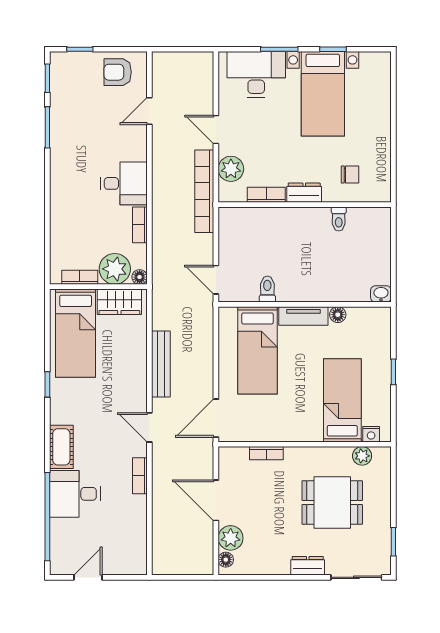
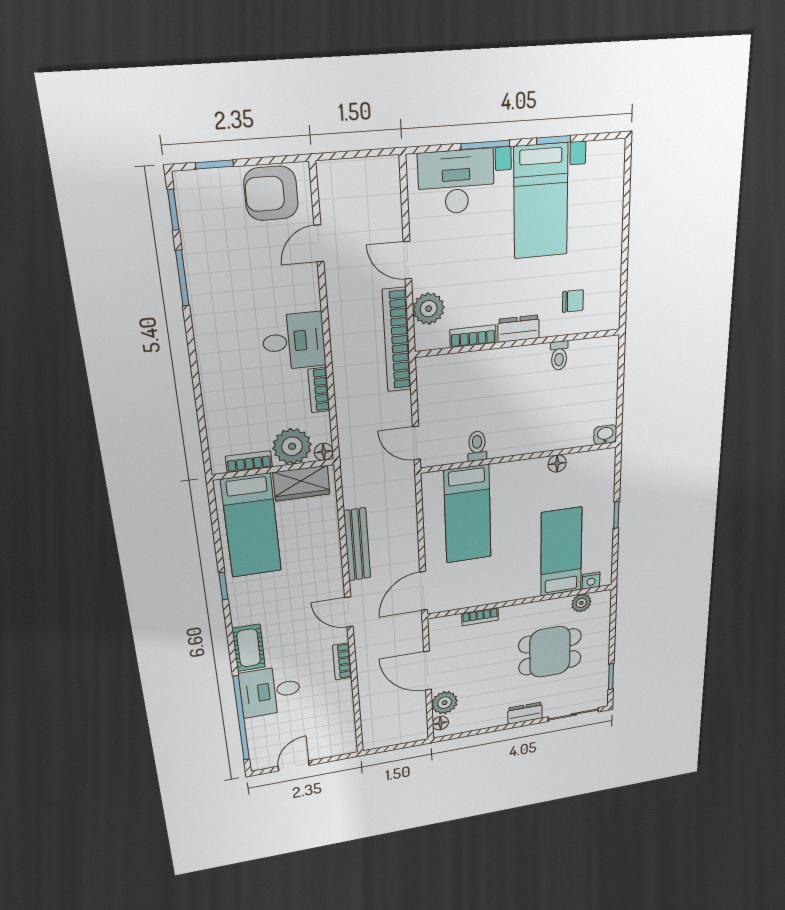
armchair: (118, 72) -> (271, 193), width x1.38, depth x1.38
tv unit: (303, 316) -> (519, 470), removed

